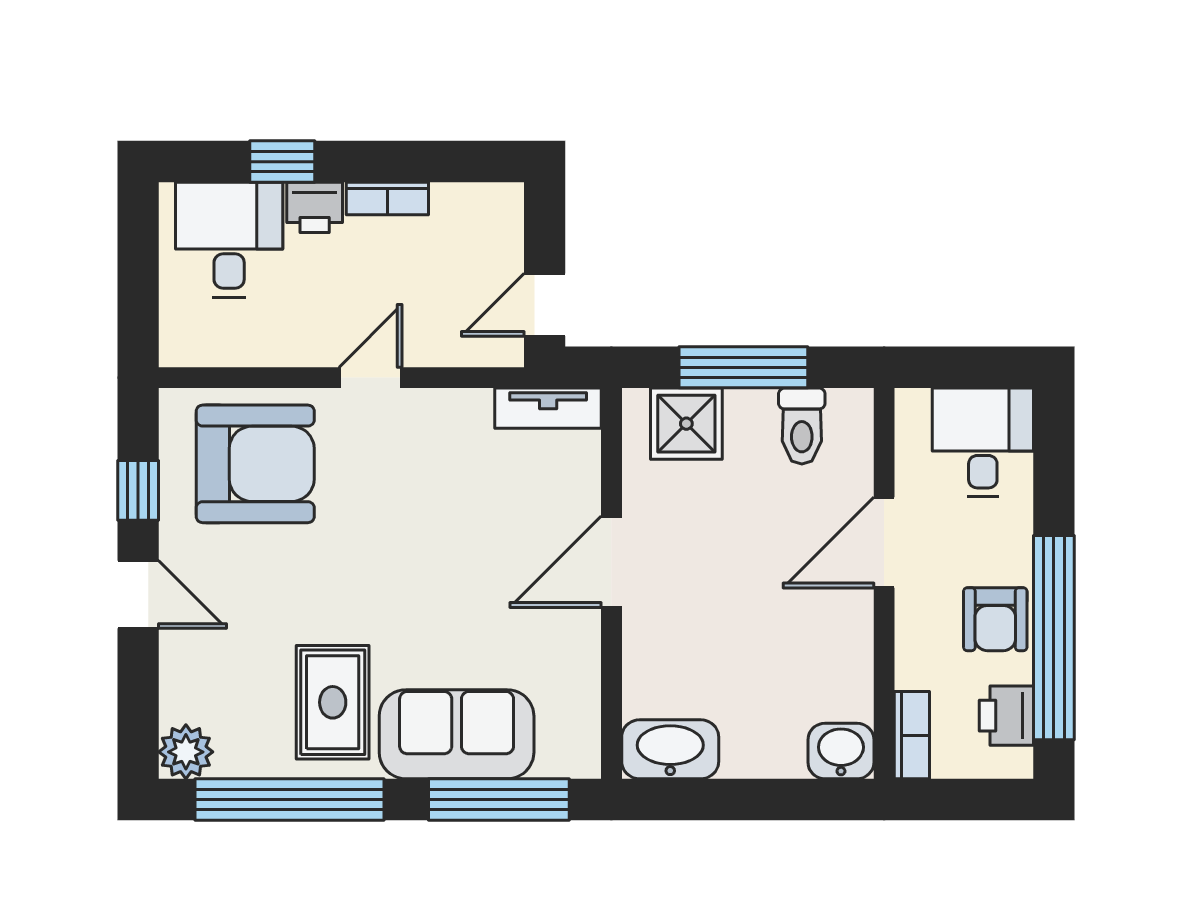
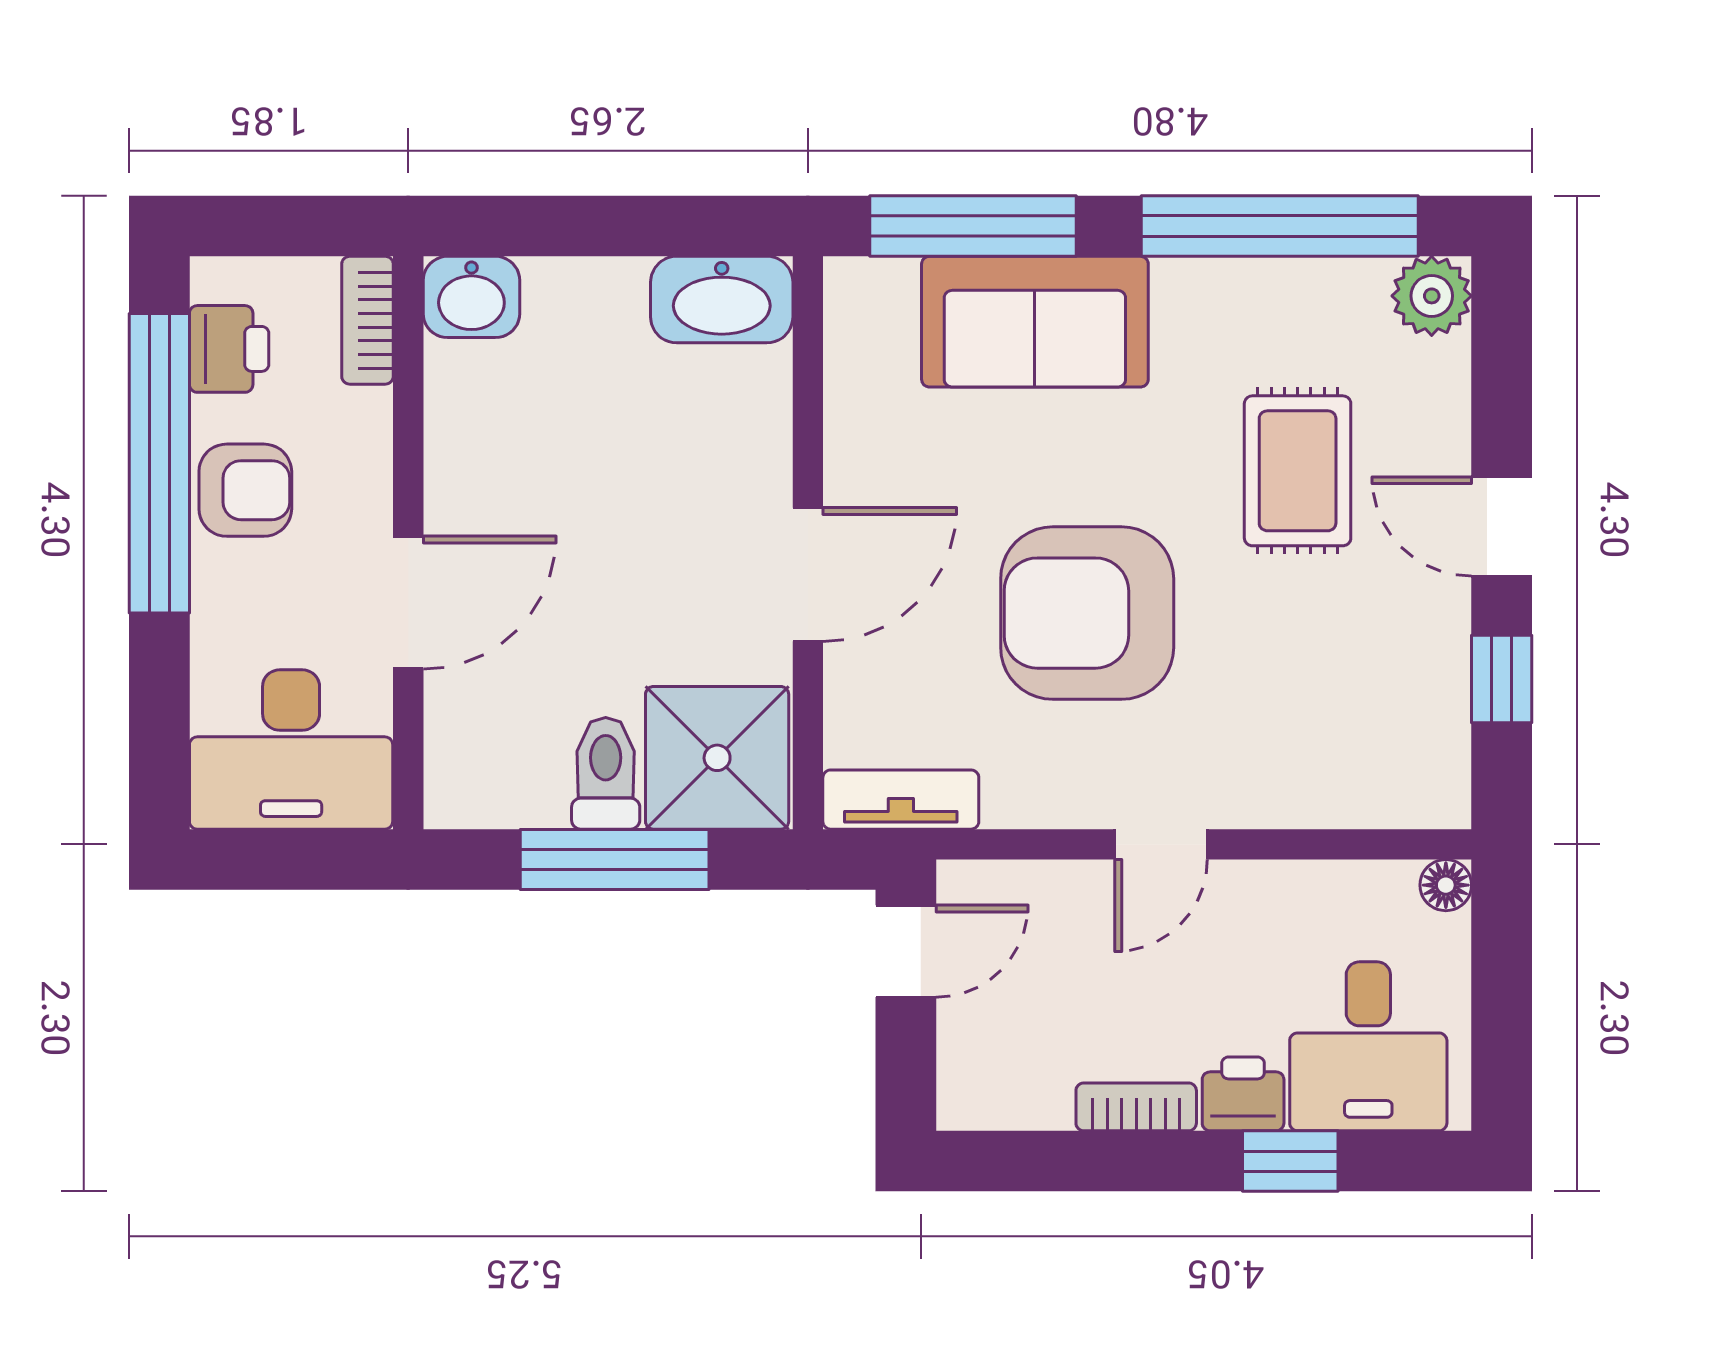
floor lamp: (176, 350) -> (1446, 885), added
shower: (686, 424) -> (717, 758), width x1.36, depth x1.36
toilet: (802, 426) -> (606, 773), moved
desk: (983, 442) -> (291, 749), width x1.37
armchair: (255, 464) -> (1087, 613), moved
armchair: (995, 619) -> (245, 490), turned 90
rug: (333, 702) -> (1298, 471), moved

